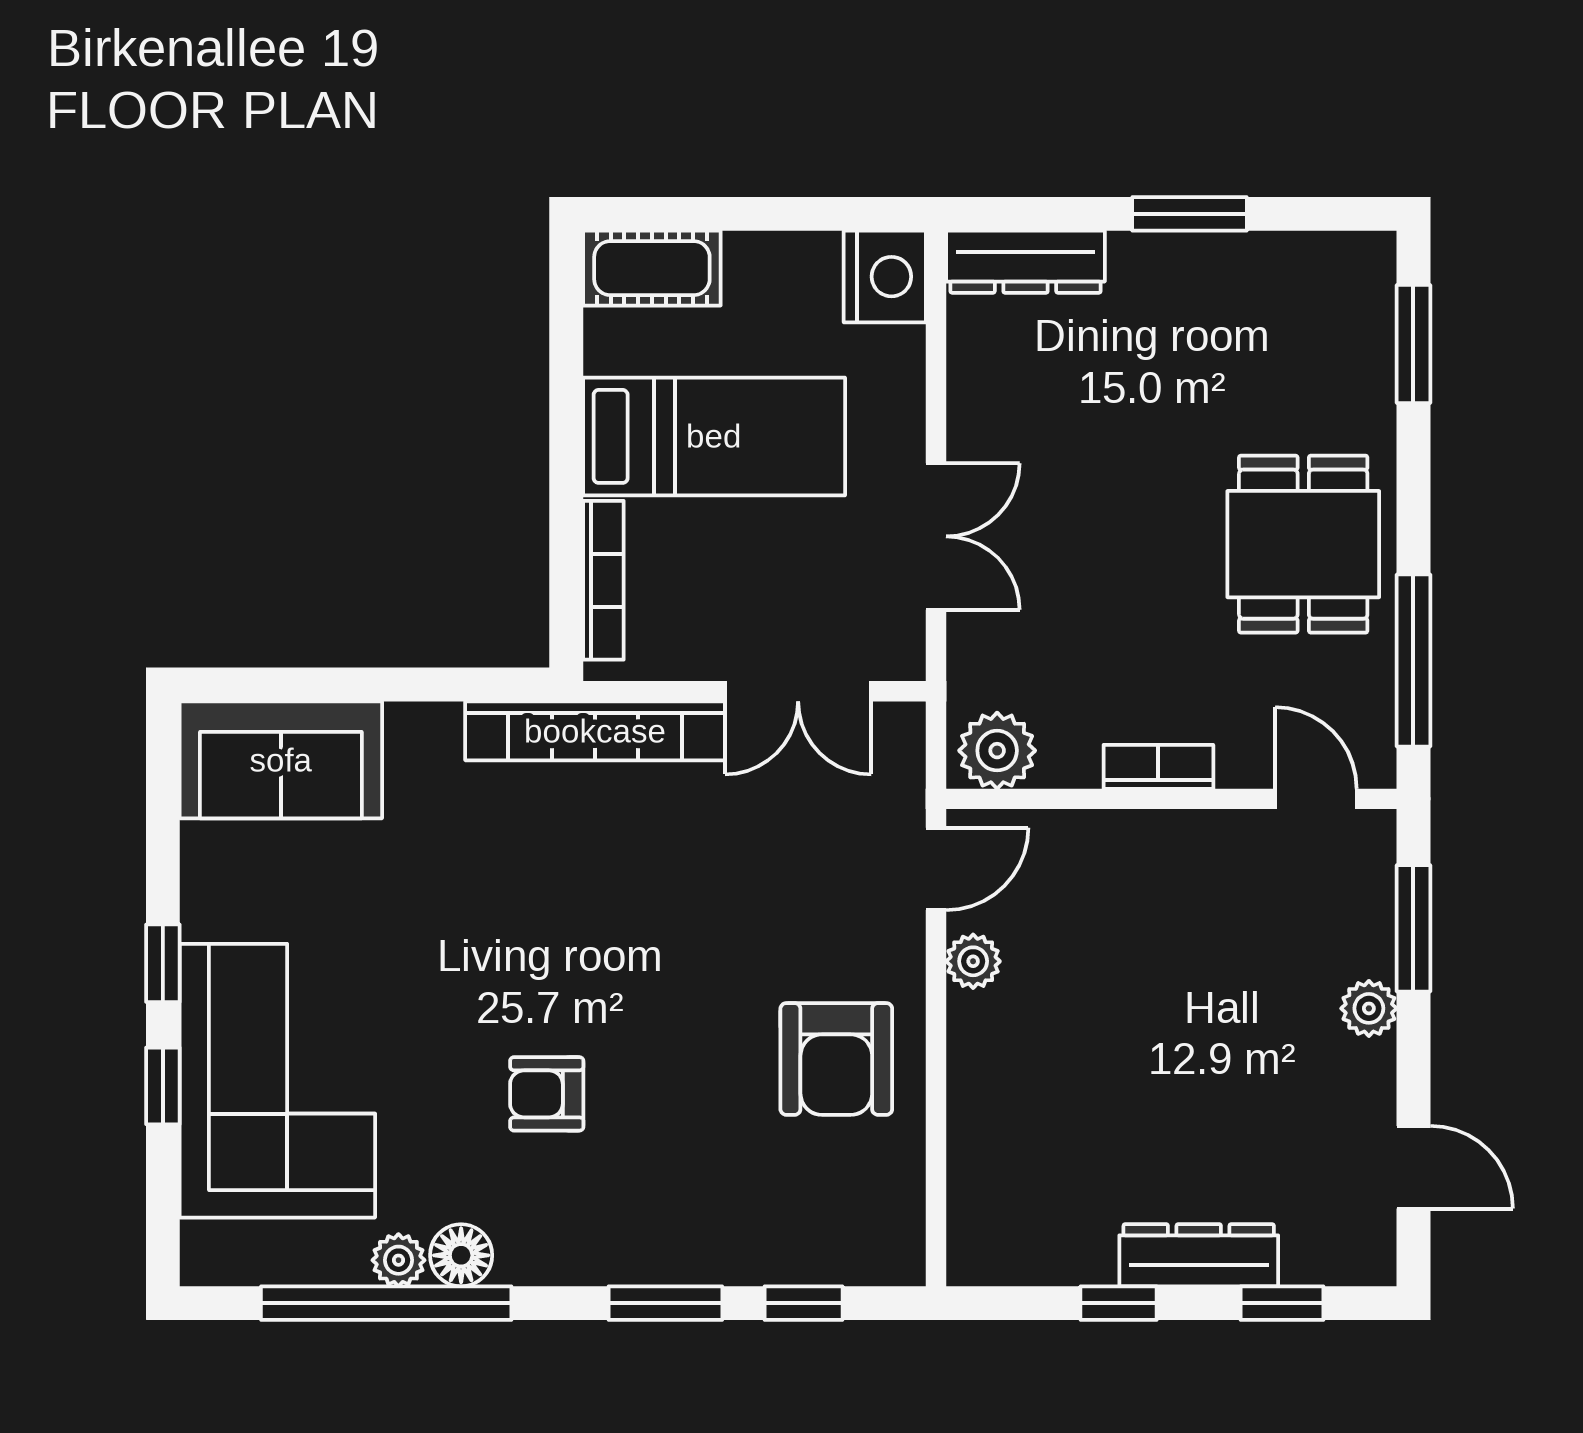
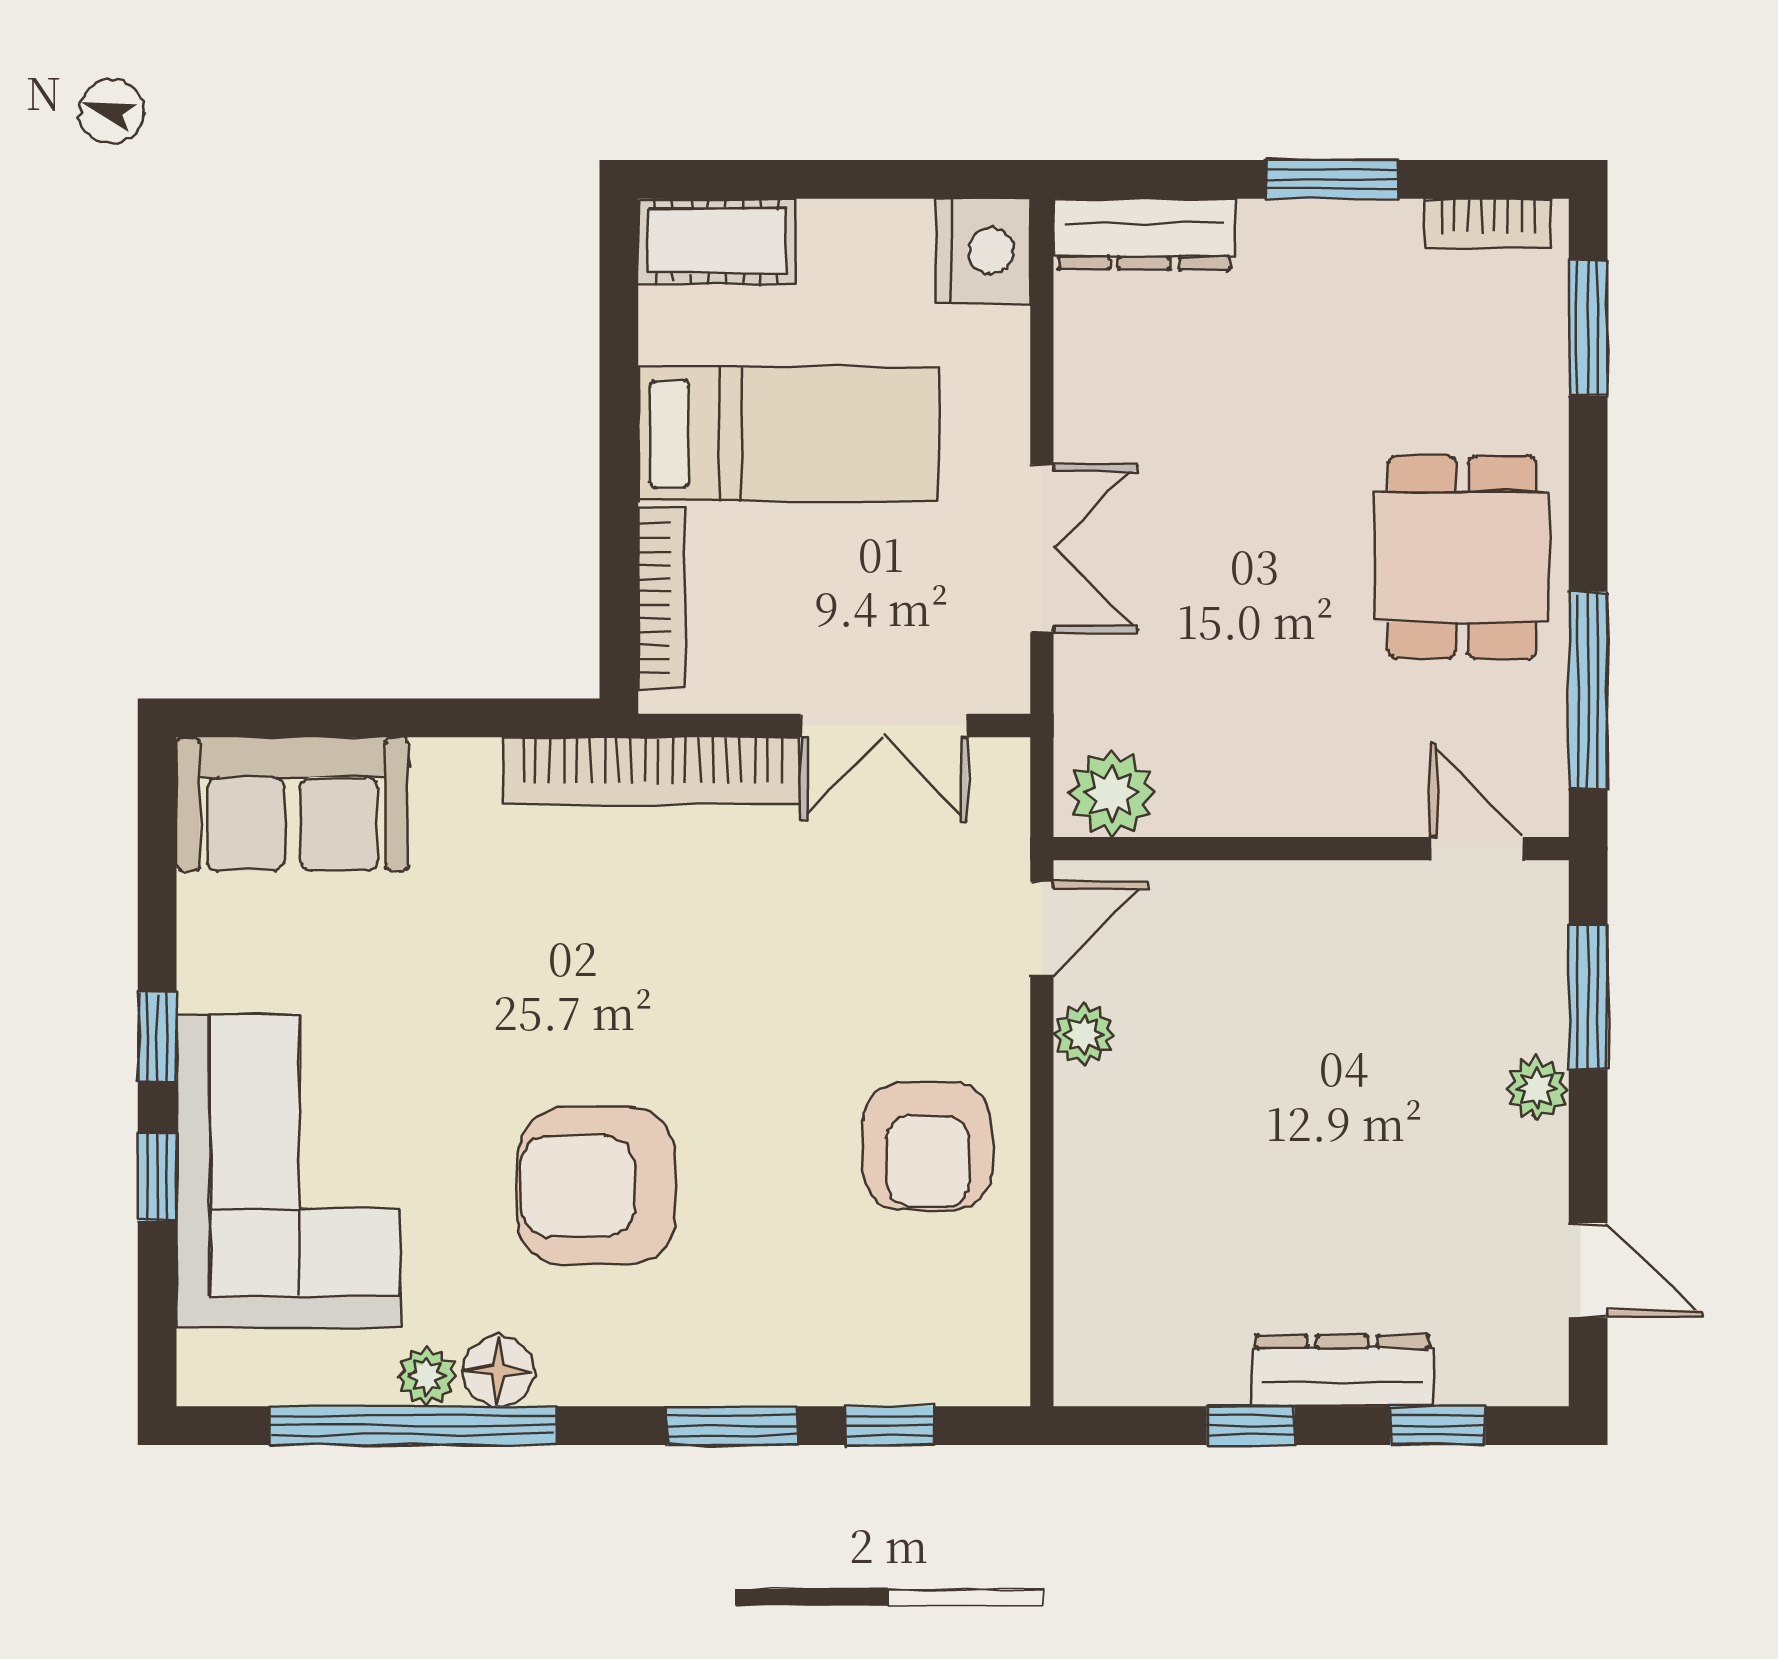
bookcase: (1158, 767) -> (1488, 224), moved, turned 180
armchair: (547, 1094) -> (596, 1186), width x1.88, depth x1.88

